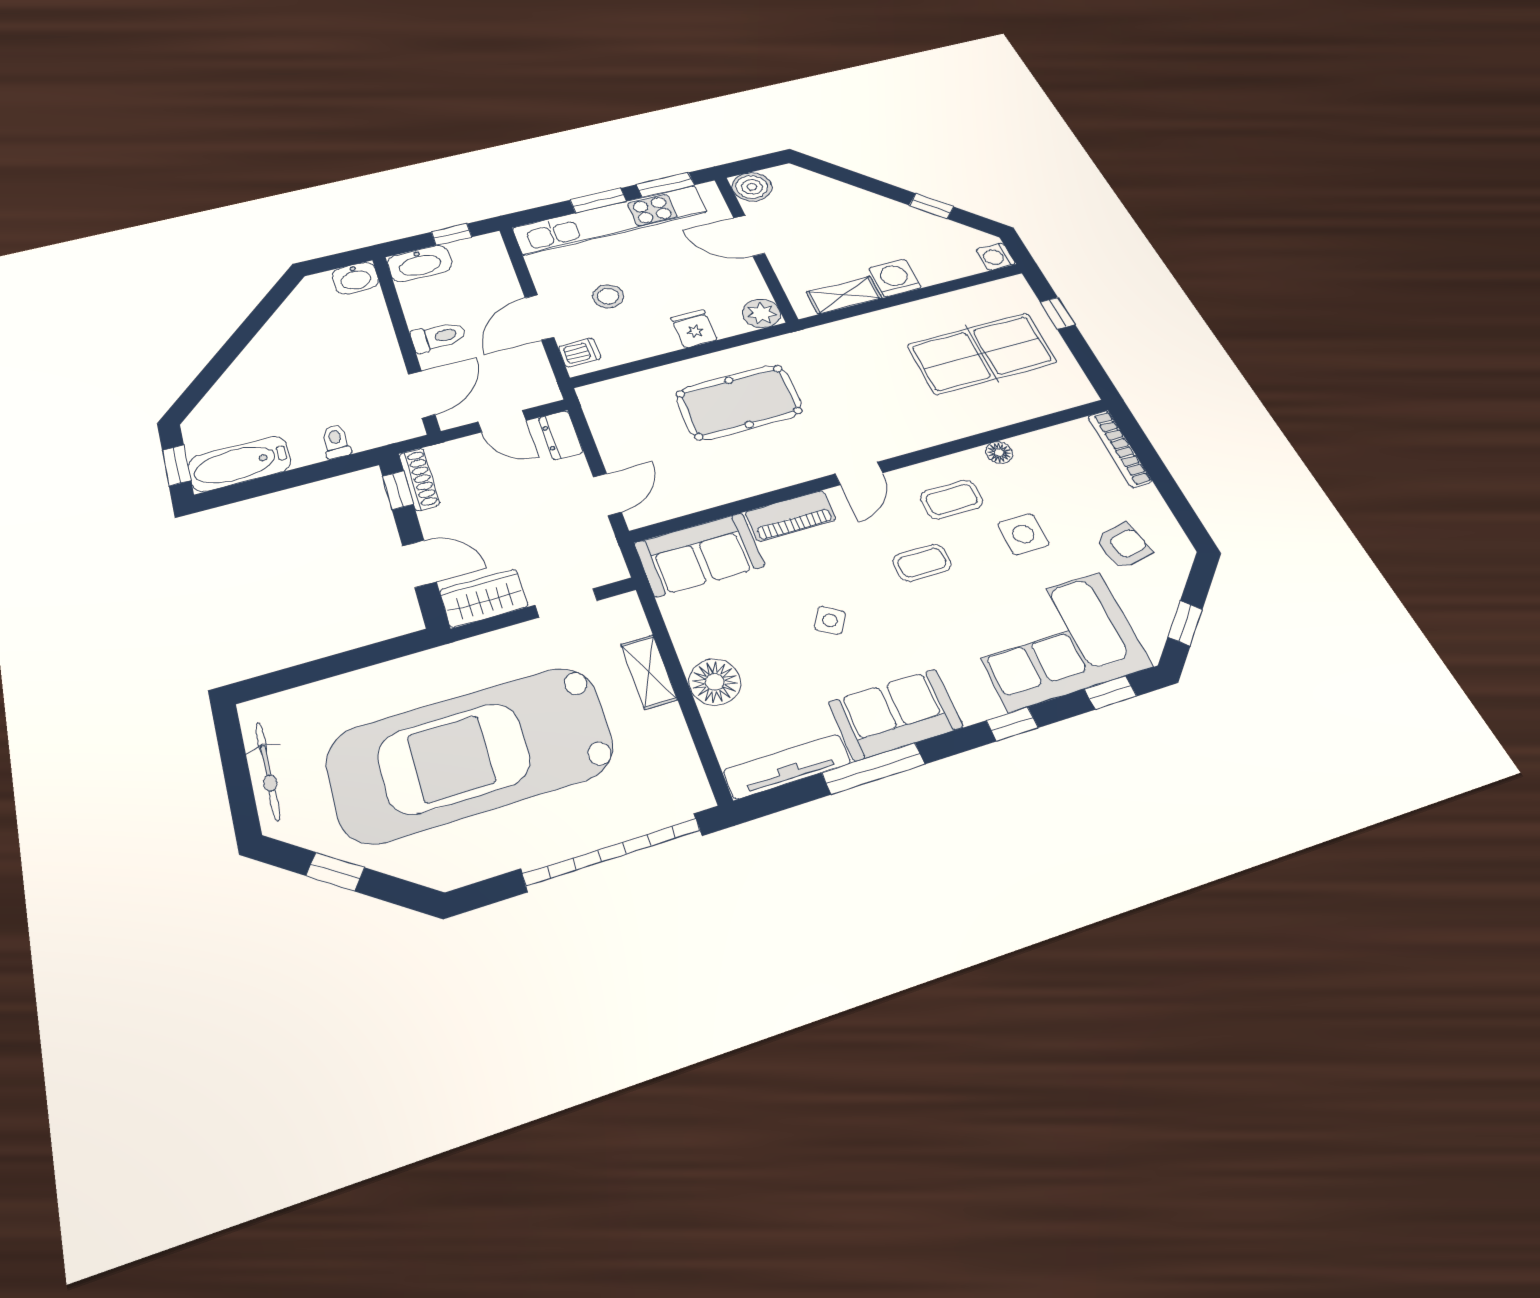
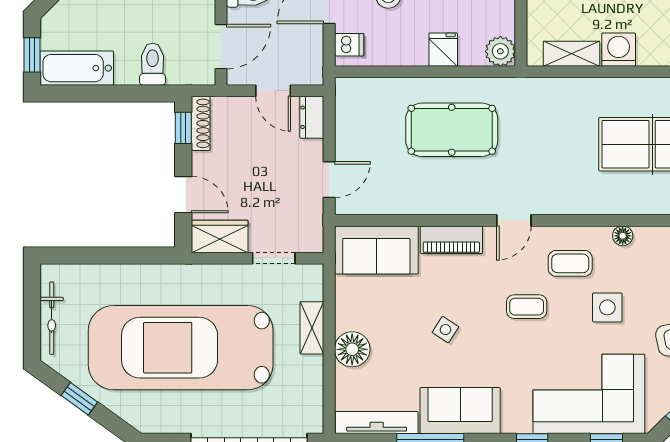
toilet: (336, 441) -> (153, 64), width x1.37, depth x1.39

